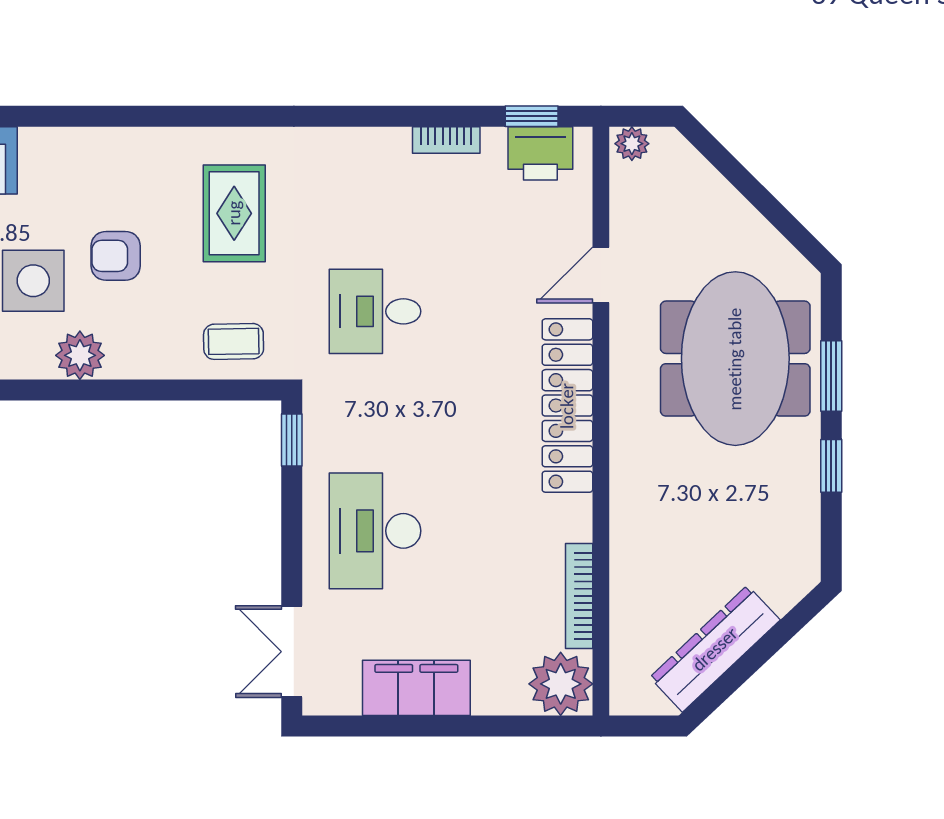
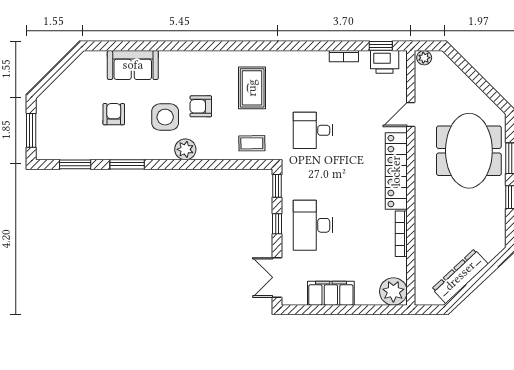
window: (292, 527) -> (277, 224), added
bookcase: (579, 596) -> (401, 234), moved

